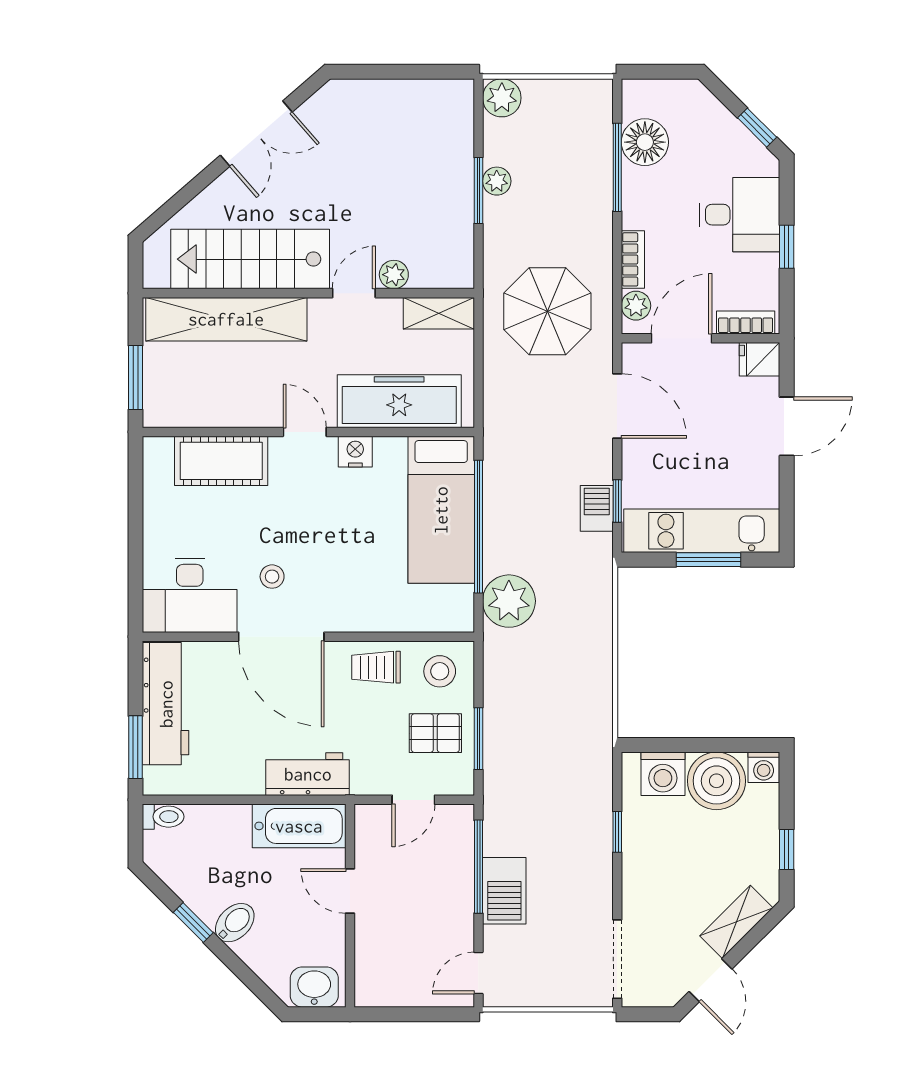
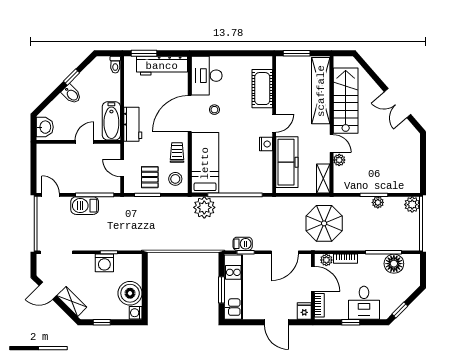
bed: (441, 510) -> (205, 163), moved, turned 90
washing machine: (663, 774) -> (104, 263), moved, turned -90

